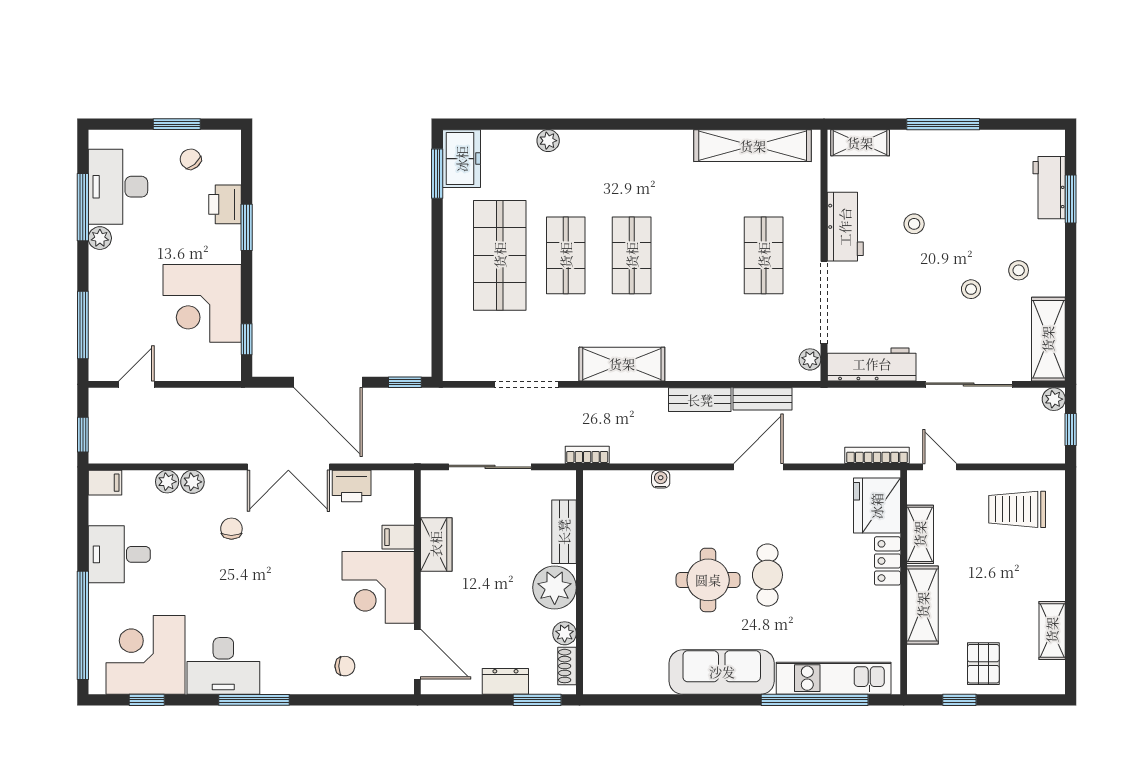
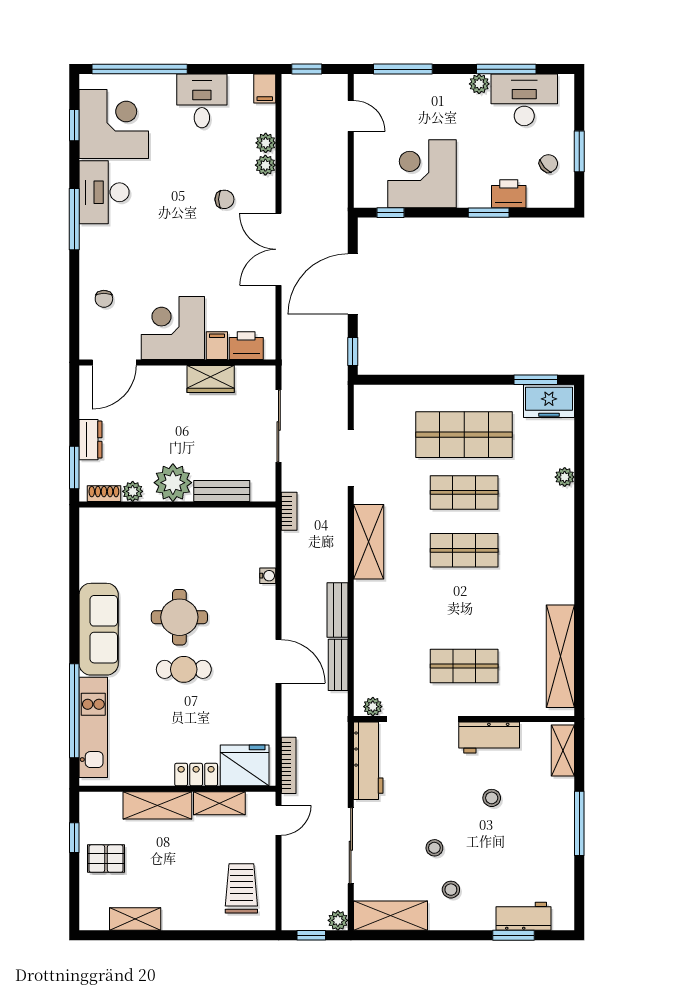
printer: (352, 486) -> (246, 346), moved, turned 90

